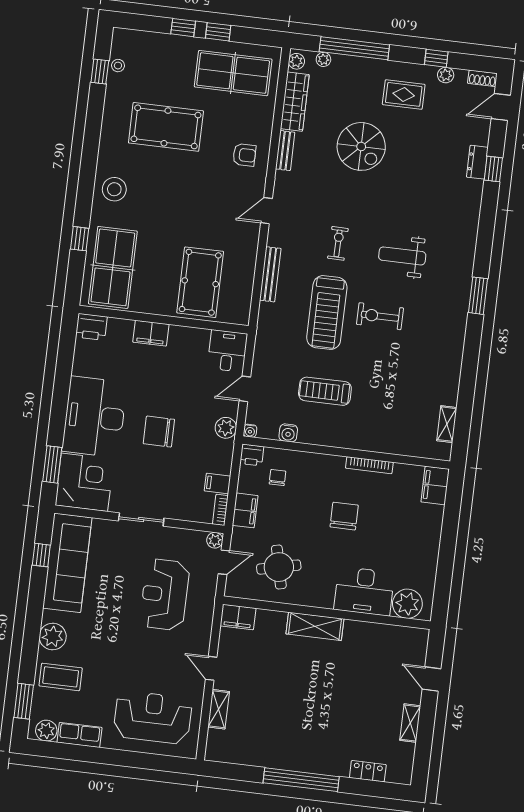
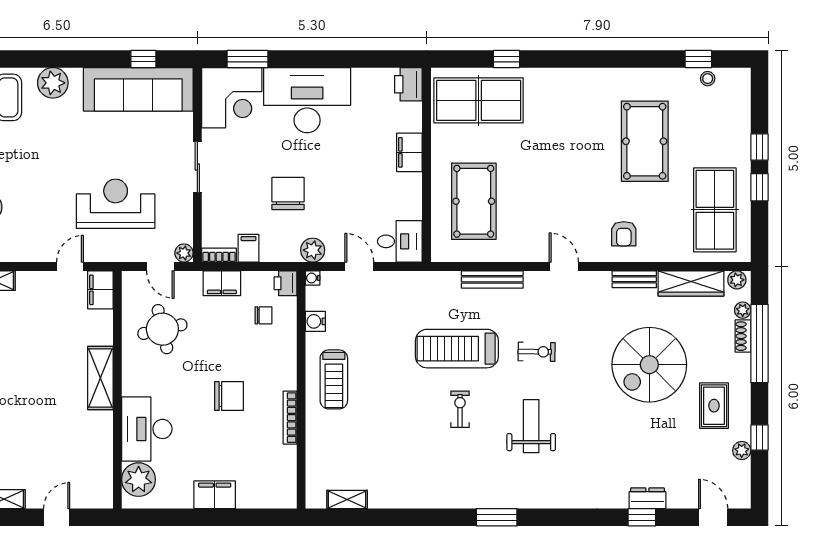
shoe rack: (482, 78) -> (743, 336), moved
spiral stairs: (361, 146) -> (649, 365), width x1.37, depth x1.37
stool: (114, 189) -> (567, 91), removed
pool table: (200, 282) -> (474, 201), turned 90
exercise bike: (380, 316) -> (460, 409), width x0.73, depth x0.72
treadmill: (325, 391) -> (334, 379), moved, turned 180
chair: (159, 432) -> (288, 194), moved
filing cabinet: (435, 485) -> (215, 495), moved
door: (211, 668) -> (70, 266), moved

